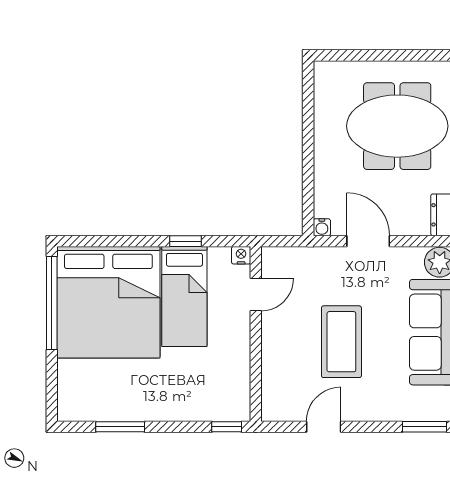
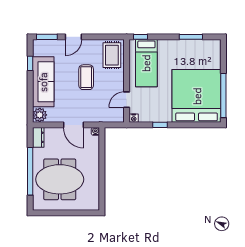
bed: (184, 296) -> (146, 63), moved, turned 180
coffee table: (341, 342) -> (86, 77), width x0.73, depth x0.76
rug: (287, 388) -> (112, 55), added
door: (324, 427) -> (73, 37), moved

